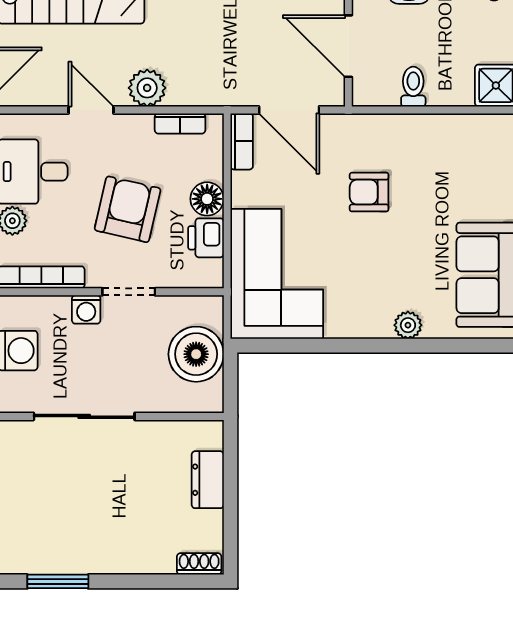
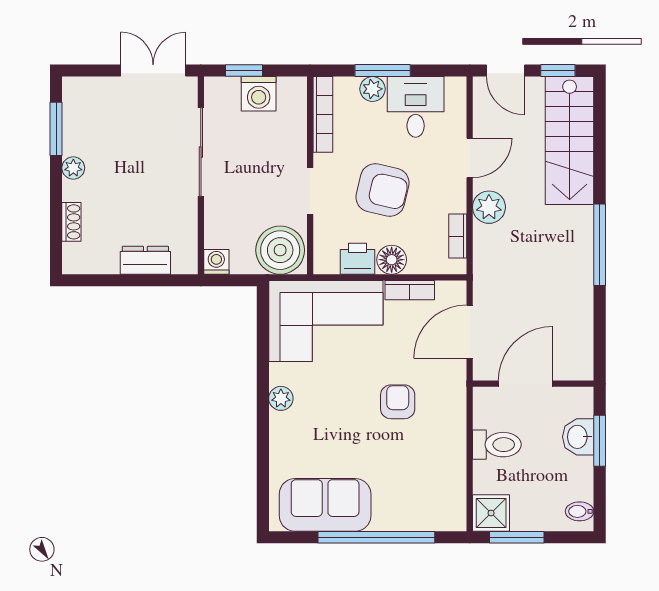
toilet: (413, 87) -> (497, 445), width x1.37, depth x1.39
bookcase: (242, 141) -> (410, 290), moved
washing machine: (86, 309) -> (216, 262), moved, turned 90
plant: (408, 325) -> (281, 398), moved
boiler: (196, 354) -> (280, 250), moved
plant: (102, 562) -> (73, 168), added
shoe rack: (199, 564) -> (71, 222), moved

